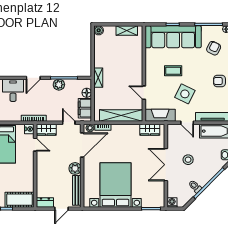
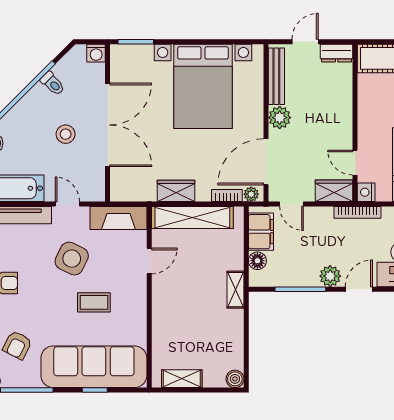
plant: (59, 85) -> (330, 276), moved
door: (144, 93) -> (149, 261), hinge flipped
wardrobe: (150, 130) -> (176, 191), moved
double door: (166, 165) -> (108, 125), width x1.36

